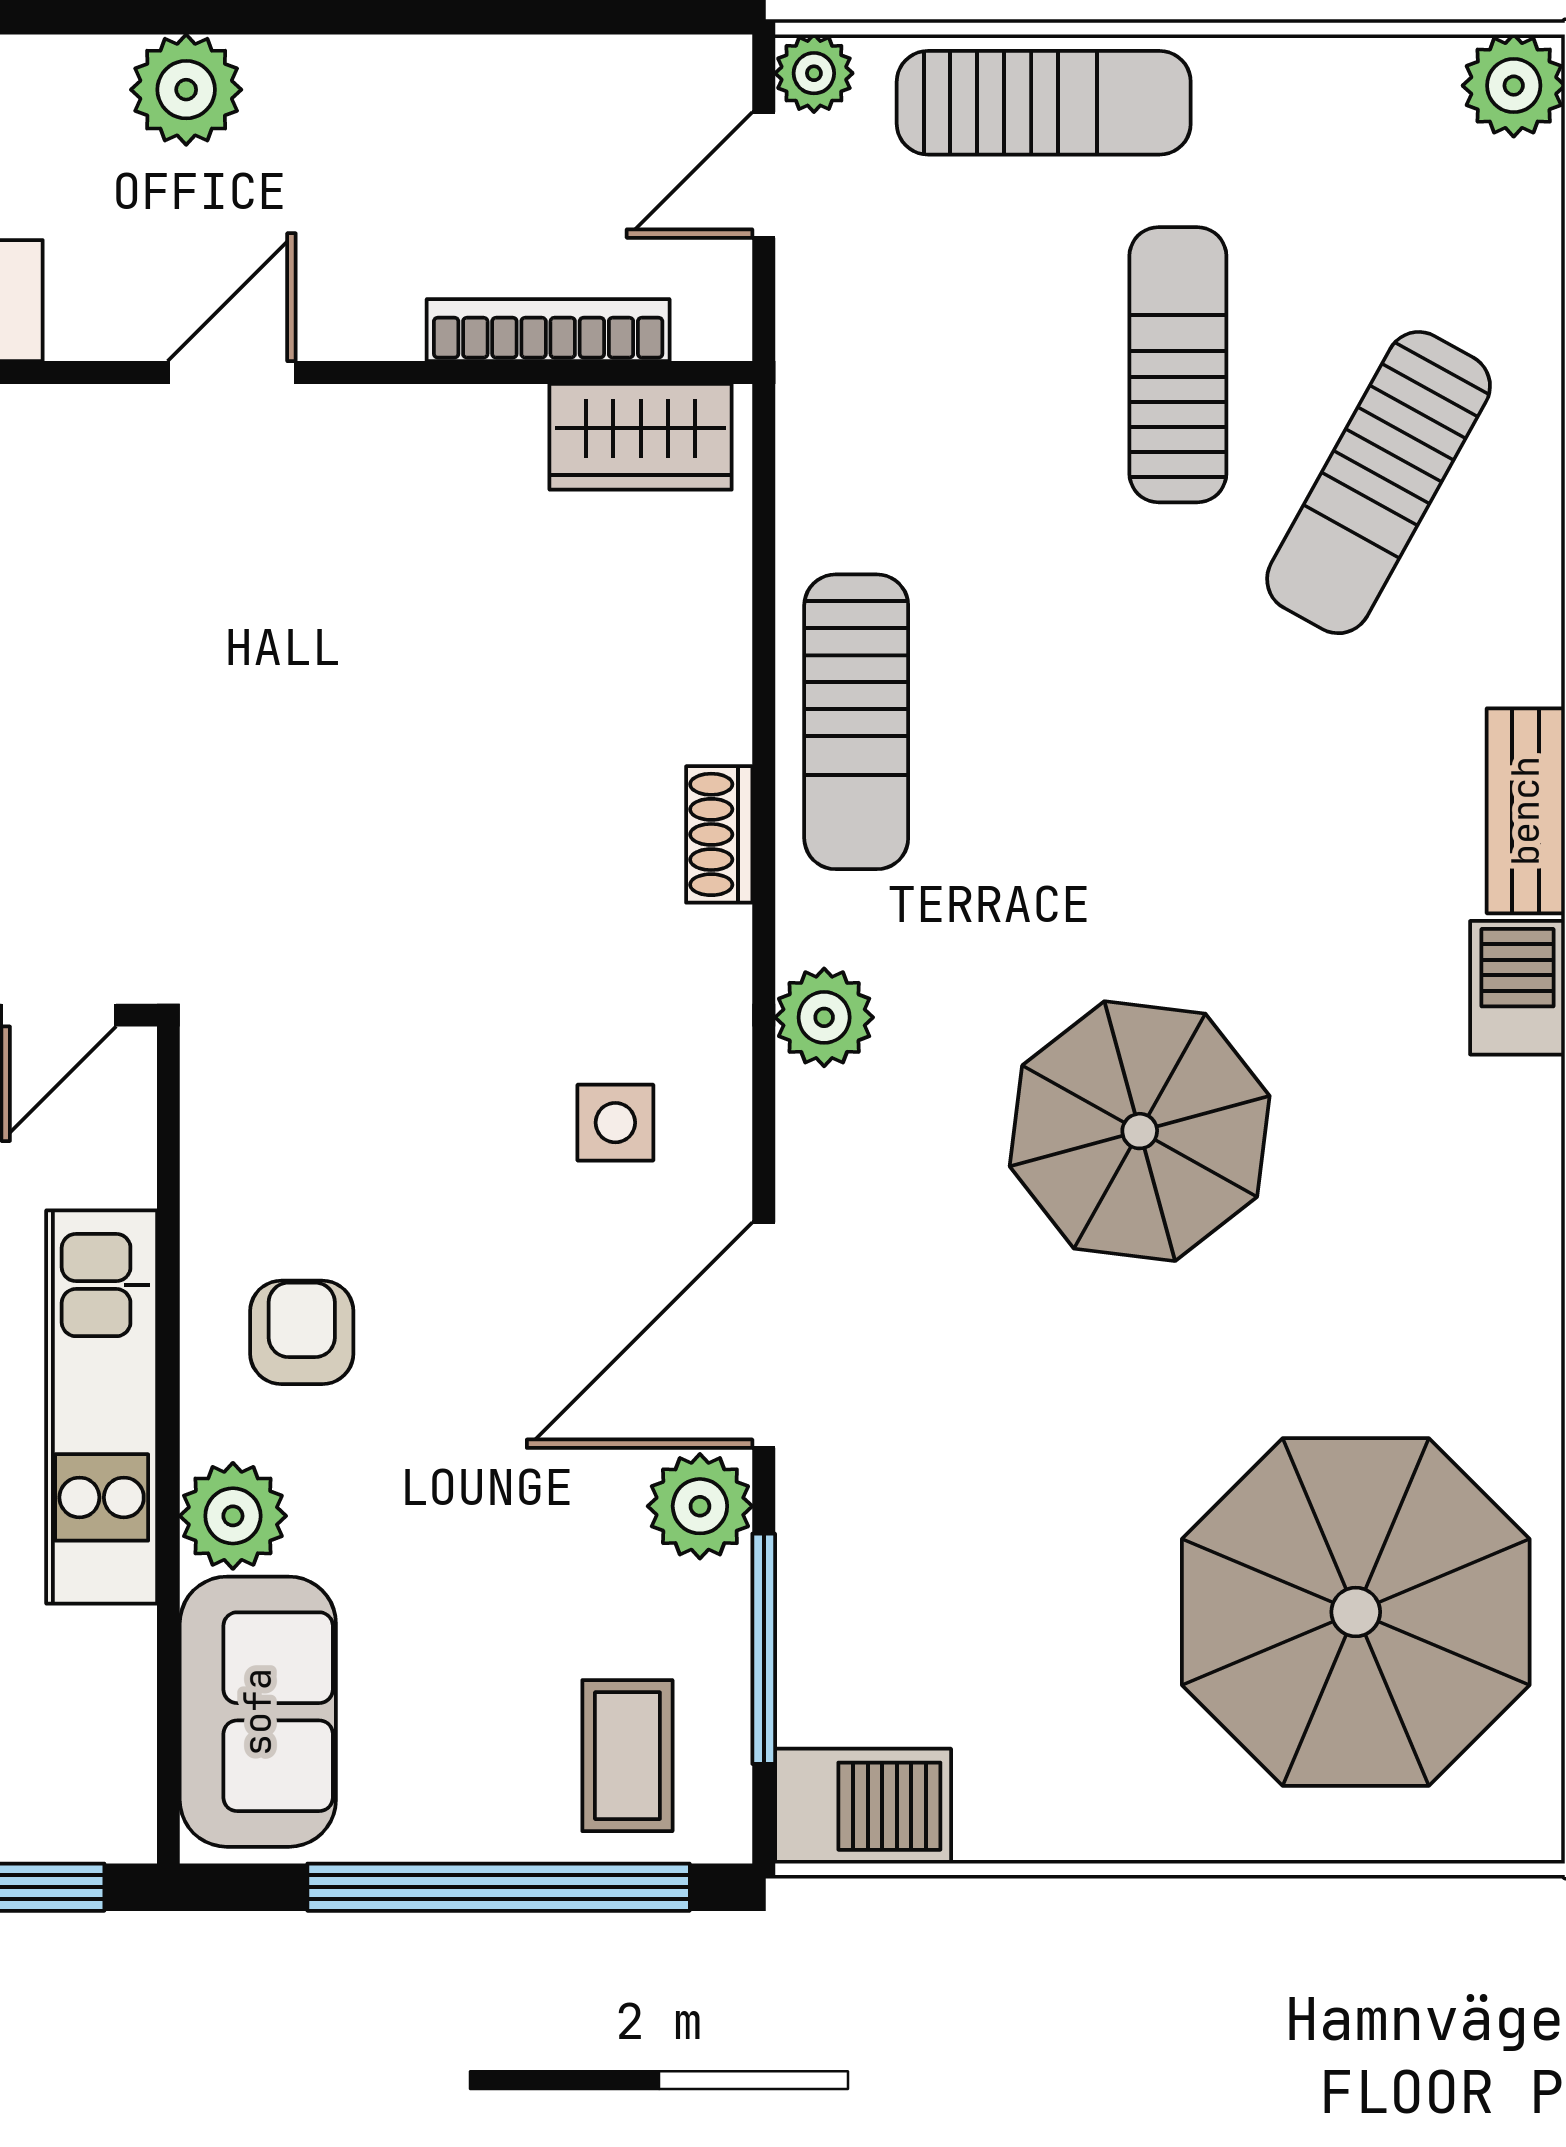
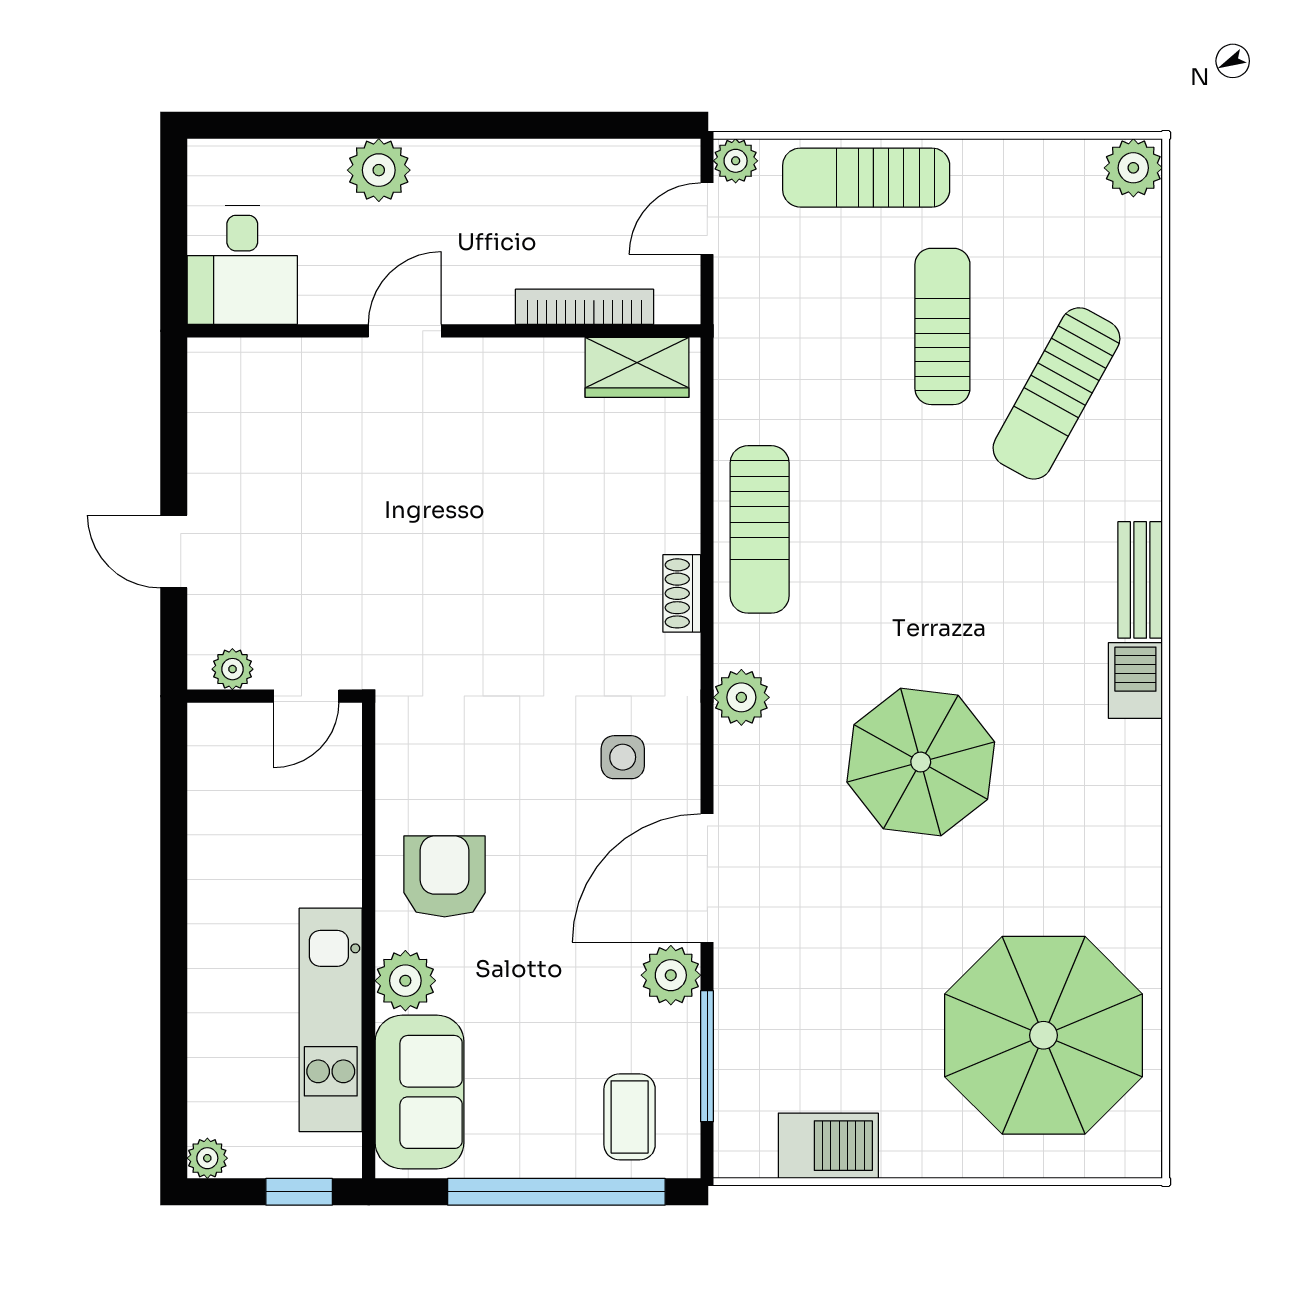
sun lounger: (1044, 103) -> (866, 178), turned 180
armchair: (302, 1332) -> (445, 876), width x1.38, depth x1.38
kitchen unit: (102, 1407) -> (331, 1020), moved
barbecue: (863, 1806) -> (828, 1146), moved

